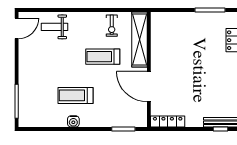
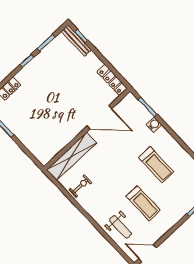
treadmill: (103, 57) -> (143, 203), moved
door: (149, 87) -> (99, 117), hinge flipped
water cooler: (73, 121) -> (154, 125), moved

